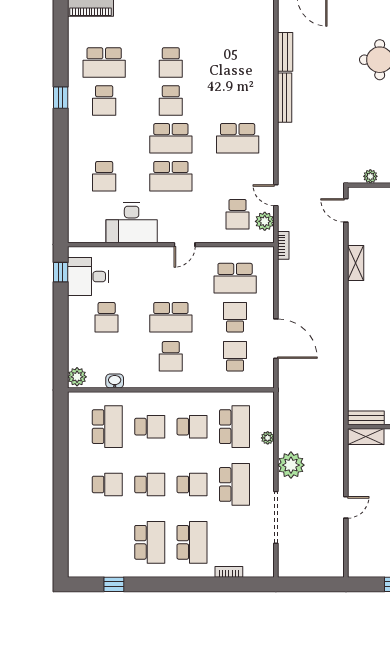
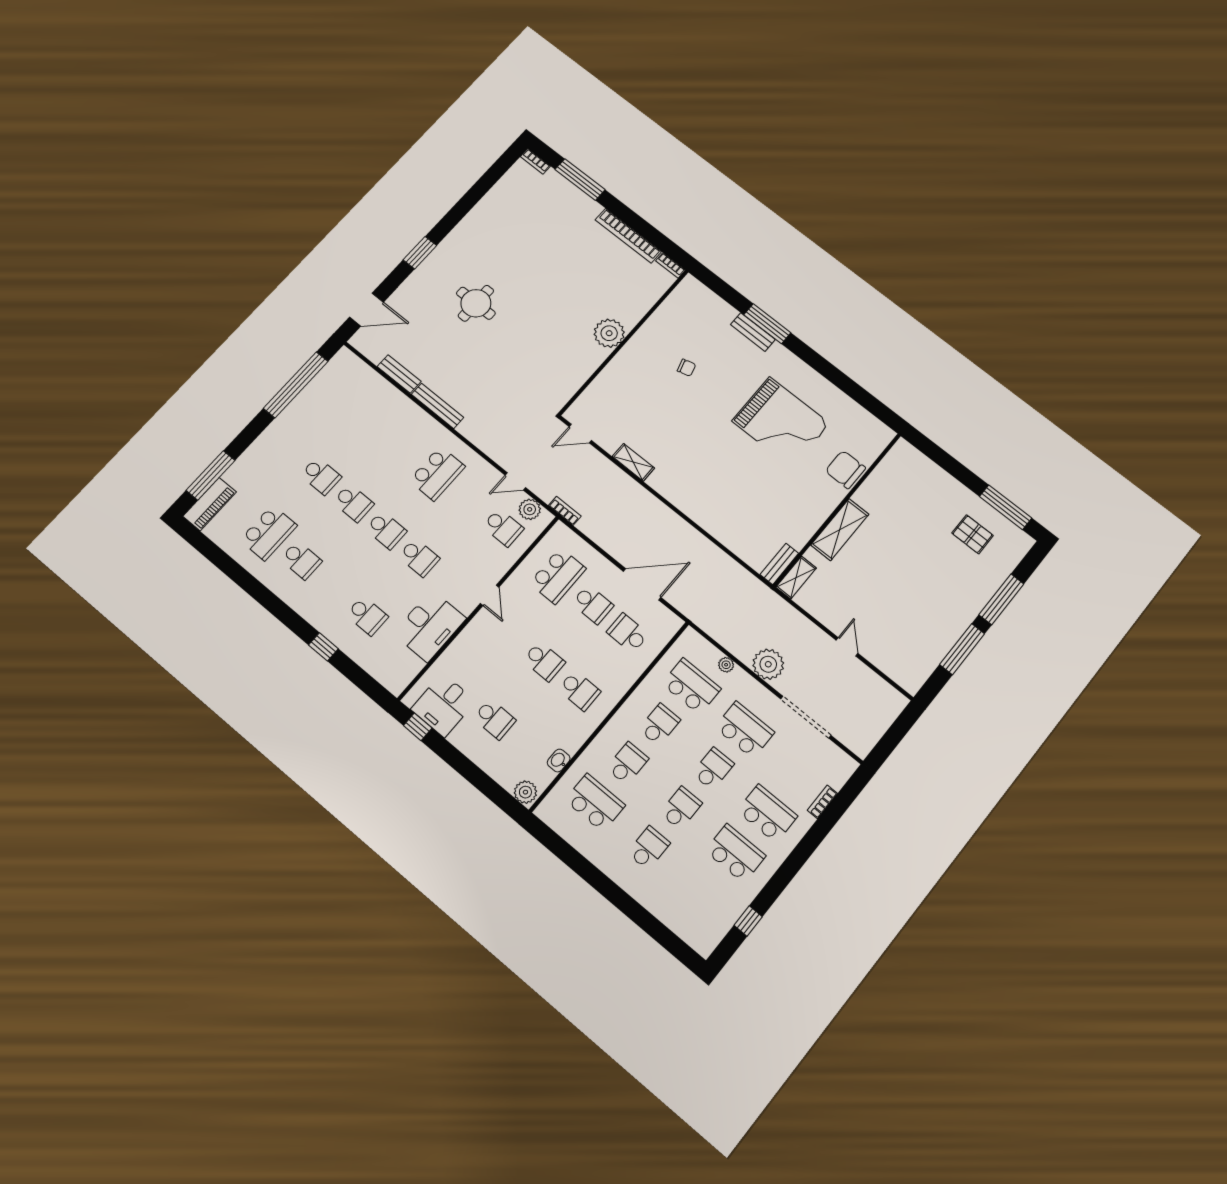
window: (61, 98) -> (323, 647), moved
school desk: (171, 138) -> (386, 530), width x0.54
school desk: (171, 176) -> (419, 557), width x0.54
plant: (370, 176) -> (569, 390), removed
school desk: (171, 317) -> (544, 661), width x0.54
school desk: (235, 317) -> (593, 604), turned 180

